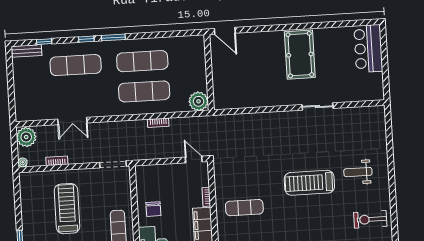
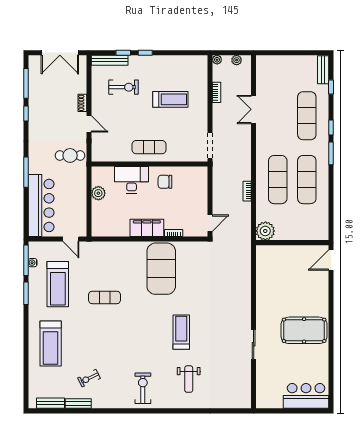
plant: (26, 137) -> (237, 60), width x0.53, depth x0.53
weight bench: (358, 172) -> (189, 379), turned 180
treadmill: (309, 183) -> (181, 332), width x0.73, depth x0.73
exercise mat: (244, 208) -> (161, 269), width x2.00, depth x1.45
treadmill: (67, 209) -> (170, 99), width x0.73, depth x0.73

